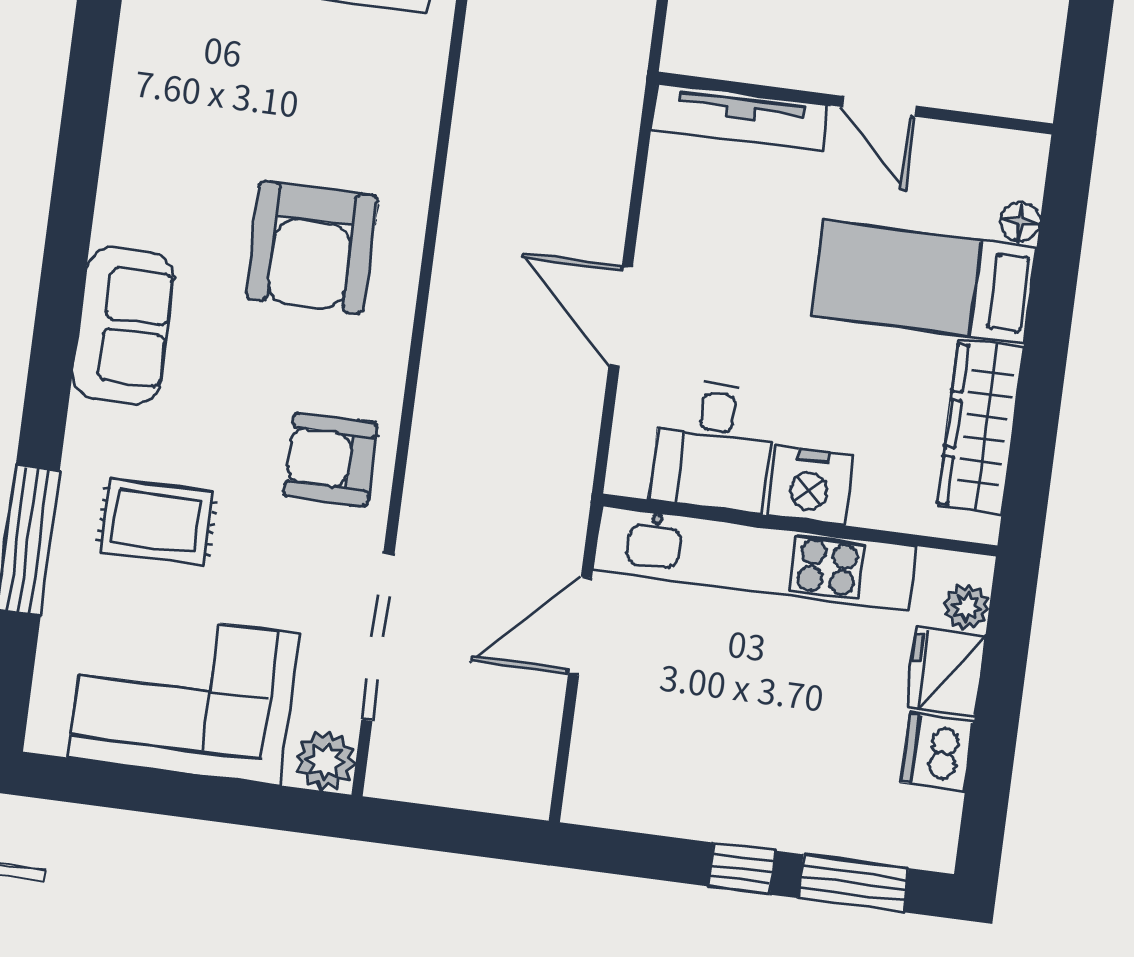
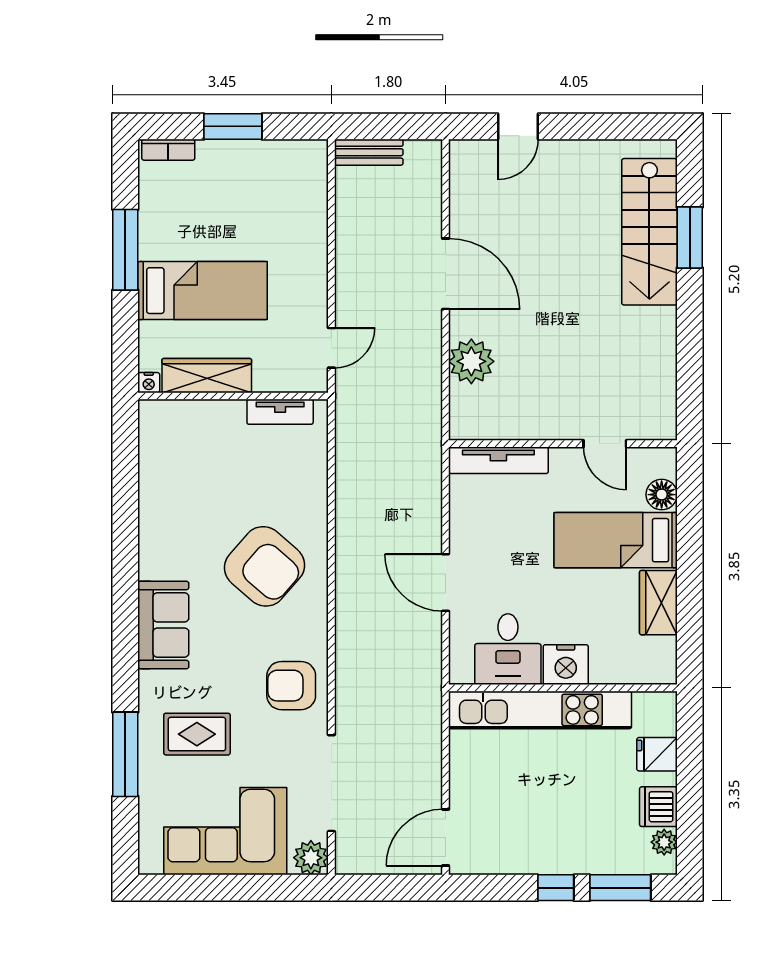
door: (879, 106) -> (605, 444), moved
floor lamp: (1020, 222) -> (662, 495), width x1.37, depth x1.37
armchair: (312, 247) -> (265, 566), turned -49
wardrobe: (980, 427) -> (658, 603), width x0.67
plant: (967, 607) -> (664, 842), moved
door: (580, 626) -> (446, 837), moved
fridge: (945, 672) -> (657, 754), width x0.72

